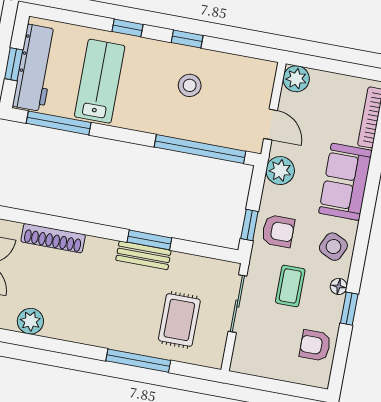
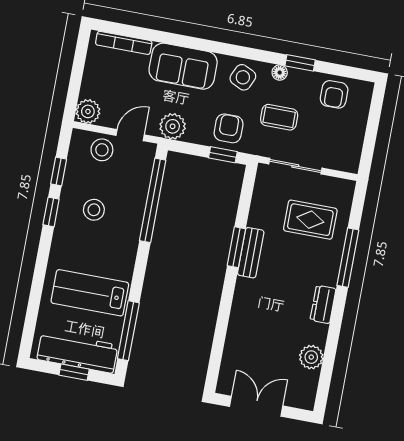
window: (127, 28) -> (59, 171), moved
stool: (255, 94) -> (102, 150), added
shoe rack: (53, 238) -> (235, 336), removed
dresser: (87, 334) -> (323, 304), added

